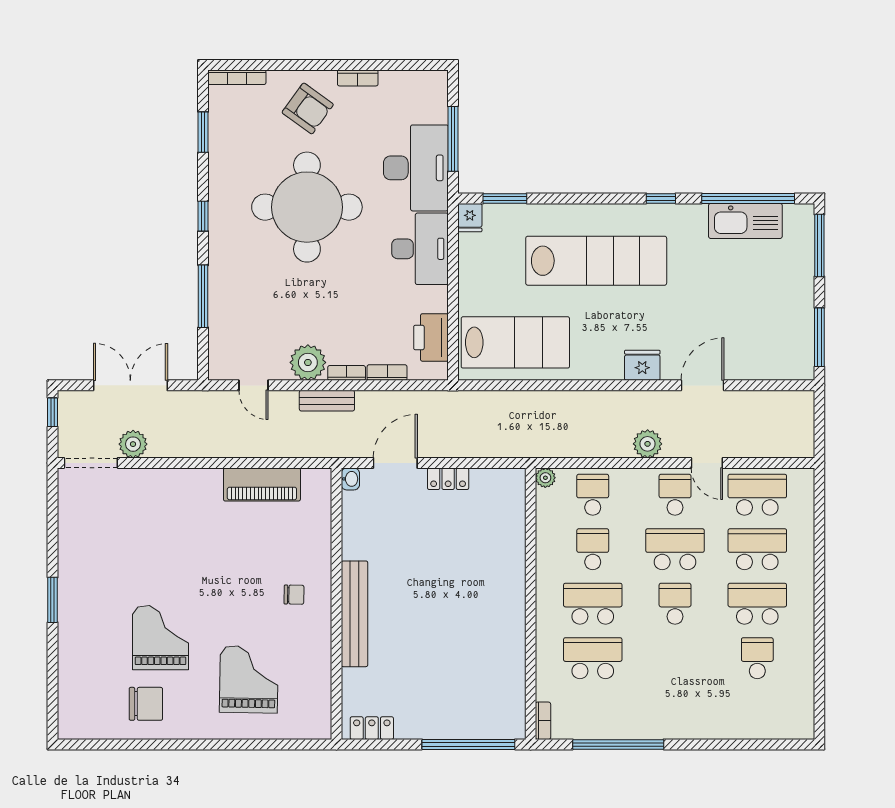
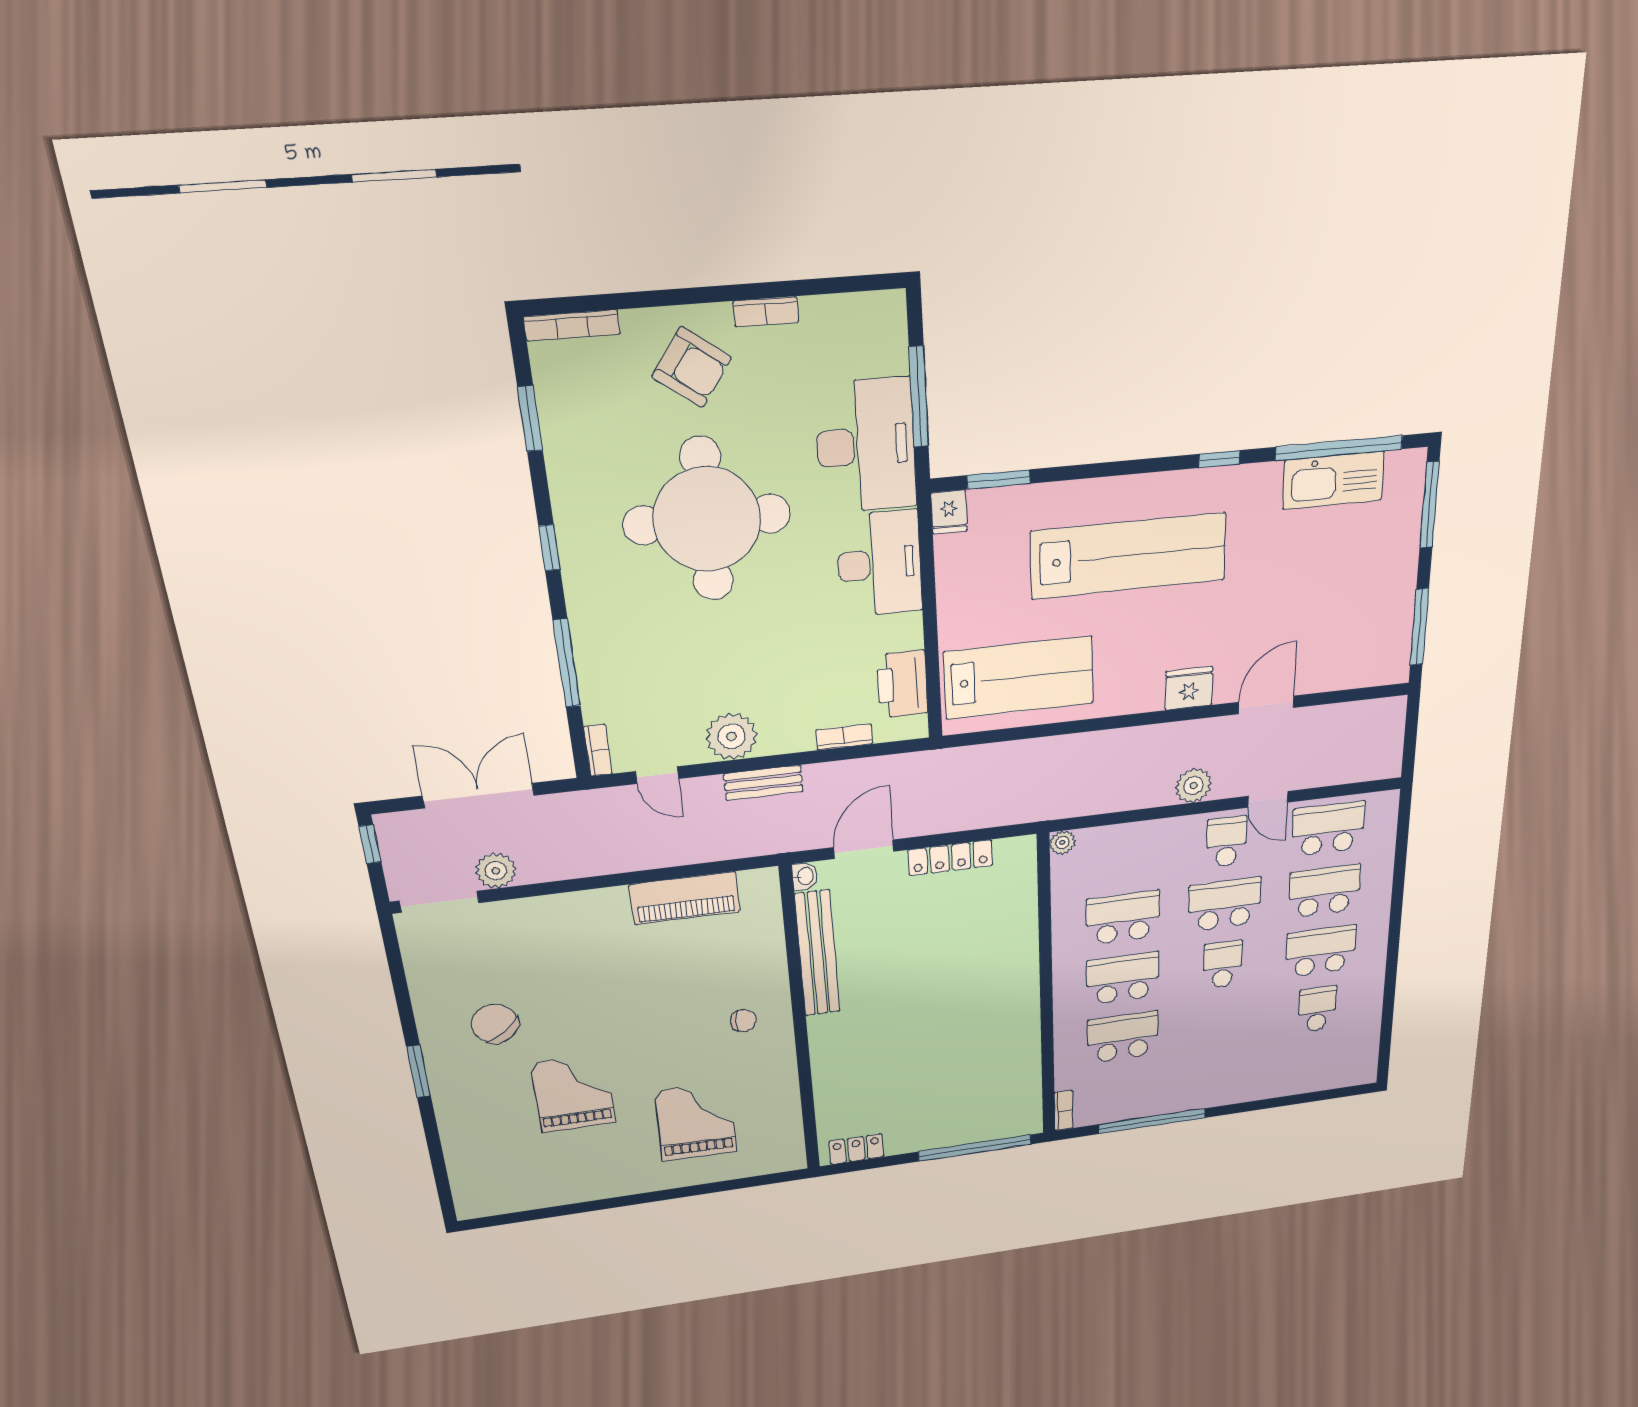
bookcase: (347, 373) -> (598, 750), moved, turned 90
locker: (448, 479) -> (950, 858), width x1.53
school desk: (593, 495) -> (1123, 855), removed
school desk: (593, 549) -> (1123, 918), width x1.85
bench: (355, 614) -> (817, 953), moved
chair: (146, 704) -> (495, 1024), moved, turned -127

